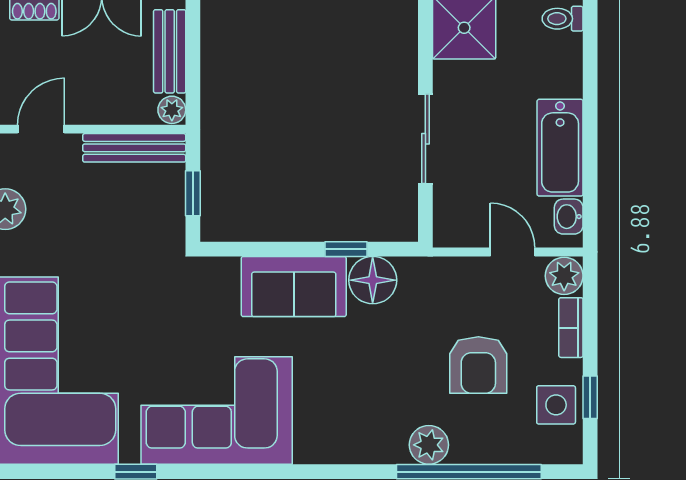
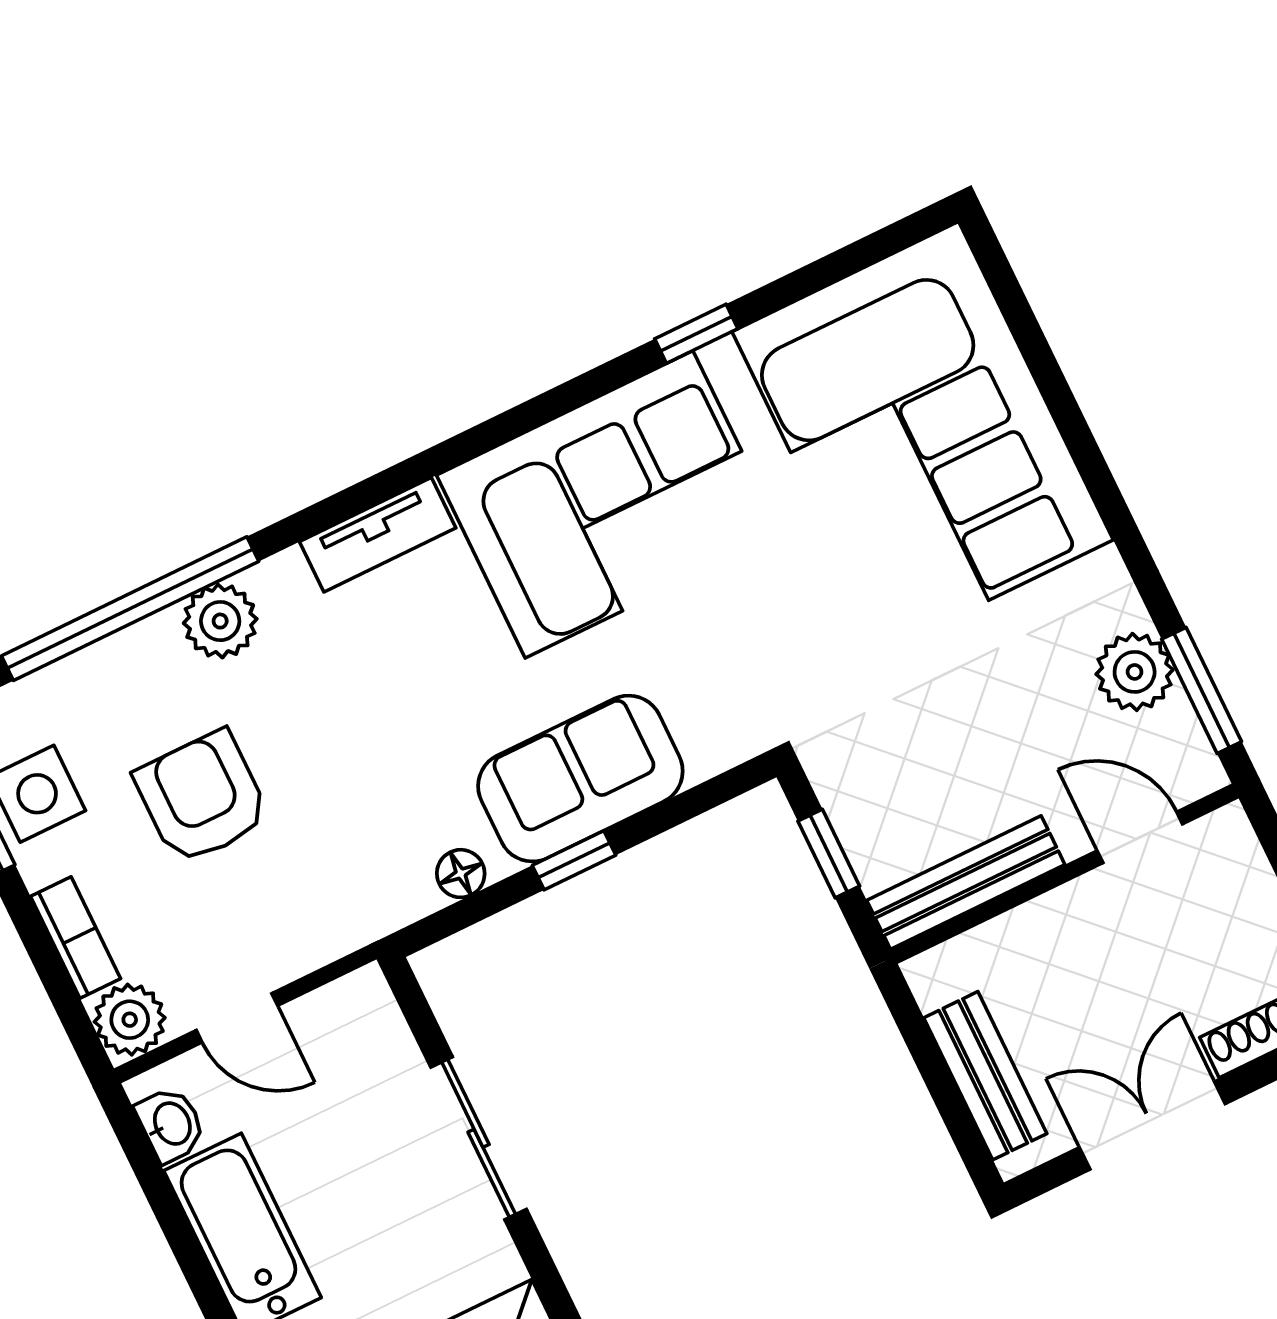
plant: (172, 110) -> (933, 978), removed
door: (41, 129) -> (1140, 837), swing flipped
window: (346, 249) -> (574, 860), moved
floor lamp: (373, 280) -> (461, 874), width x0.53, depth x0.53
tv unit: (334, 449) -> (378, 535), added

